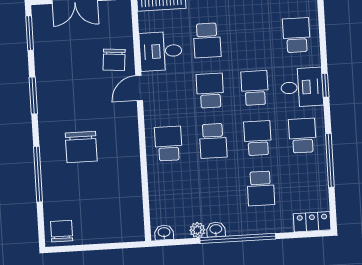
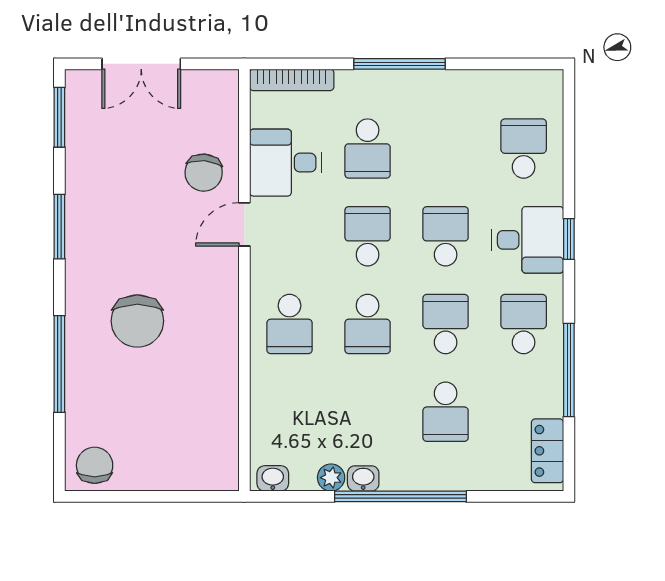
school desk: (168, 144) -> (290, 324), turned 180
locker: (312, 222) -> (547, 451), moved, turned -90

